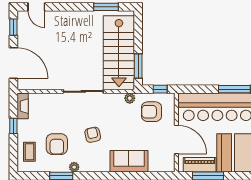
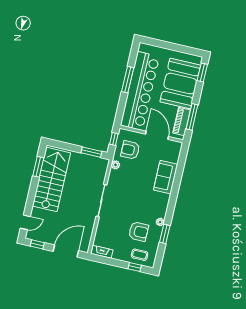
stairs: (119, 53) -> (51, 179), moved, turned -90
armchair: (151, 112) -> (130, 150), turned 90
window: (13, 126) -> (135, 267), moved
armchair: (93, 135) -> (138, 201), removed
door: (176, 139) -> (157, 135), hinge flipped

